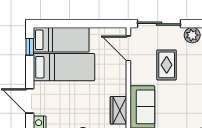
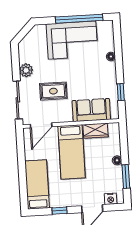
window: (30, 47) -> (59, 211), moved
bed: (64, 67) -> (72, 152), moved, turned 180

